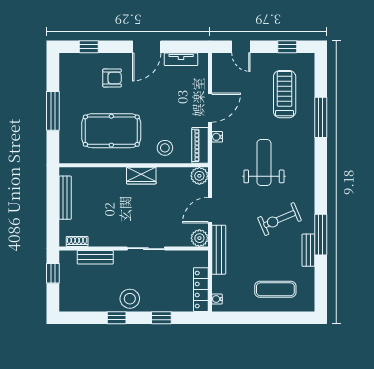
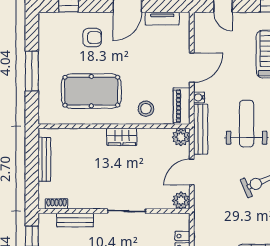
bench: (219, 250) -> (201, 129), moved

